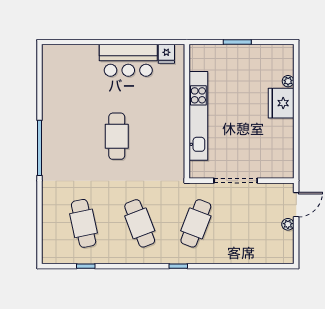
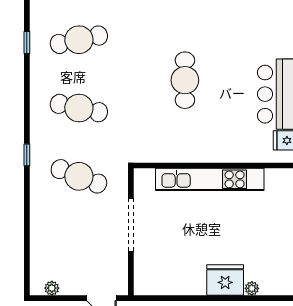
cafe table: (117, 136) -> (185, 80), turned 90
cafe table: (140, 223) -> (79, 108), turned 33
plant: (288, 224) -> (52, 288), moved

